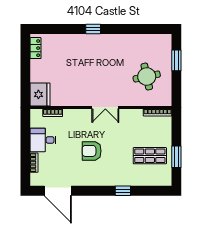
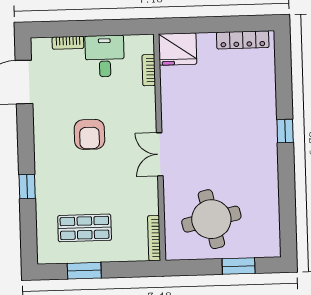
locker: (36, 48) -> (243, 40), width x1.53
round table: (147, 77) -> (211, 219), width x1.36, depth x1.36
armchair: (92, 151) -> (89, 134), turned 180
shop shelf: (150, 156) -> (85, 228), turned 90

